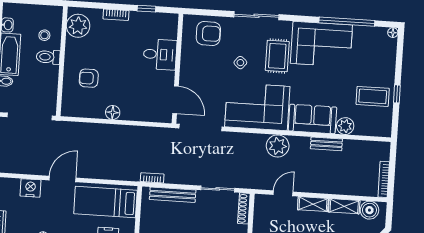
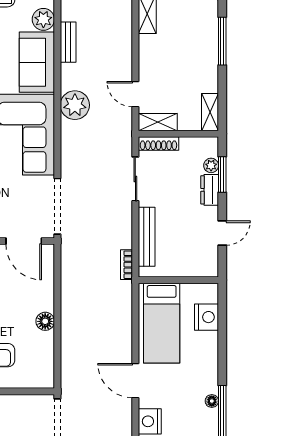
door: (175, 100) -> (24, 241), swing flipped
shelving: (313, 204) -> (158, 122), moved, turned 90

